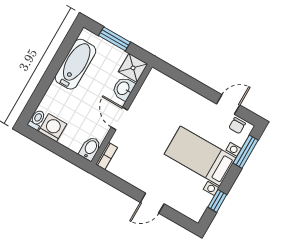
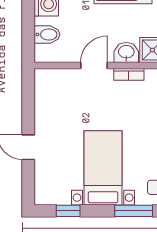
bidet: (90, 149) -> (47, 34), moved
bookcase: (107, 156) -> (129, 74), moved

